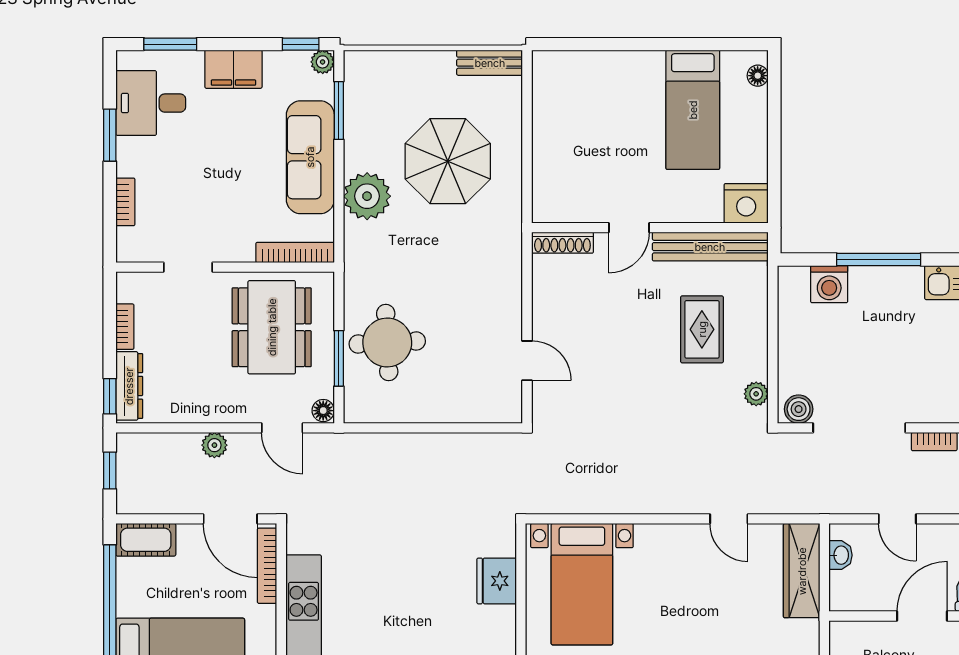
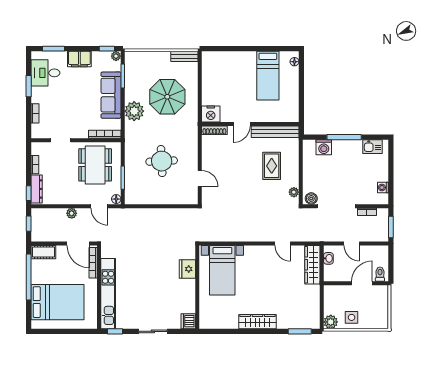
nightstand: (746, 203) -> (211, 114), moved
round table: (387, 343) -> (162, 161), moved

